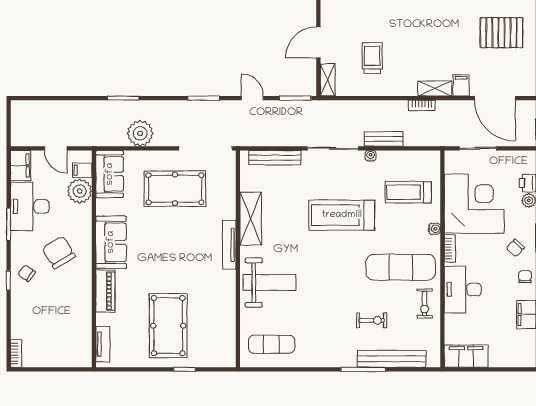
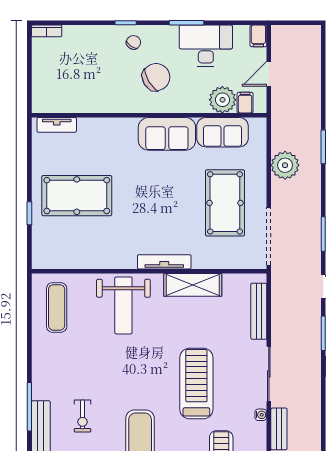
filing cabinet: (21, 165) -> (258, 36), width x0.50
sofa: (110, 174) -> (223, 132), moved
piano: (105, 291) -> (114, 128), removed

